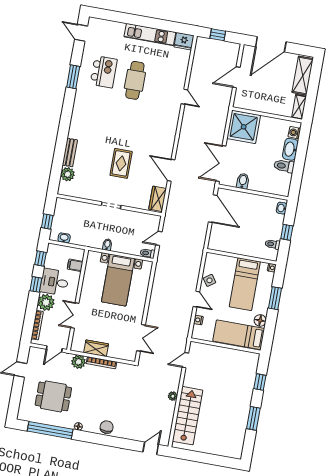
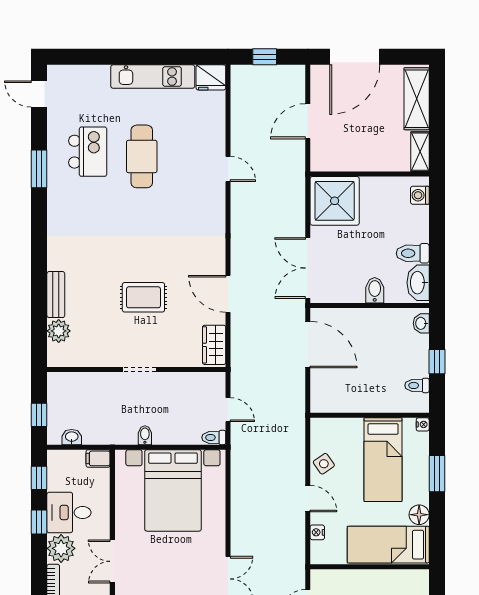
washbasin: (290, 149) -> (418, 283), moved
rug: (121, 163) -> (143, 297), turned 90
bidet: (243, 181) -> (375, 290), moved
door: (159, 238) -> (228, 410), swing flipped
filing cabinet: (75, 265) -> (98, 458), moved
bed with nightstands: (118, 280) -> (173, 490), width x1.36

